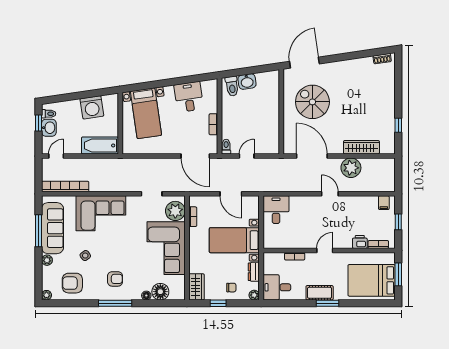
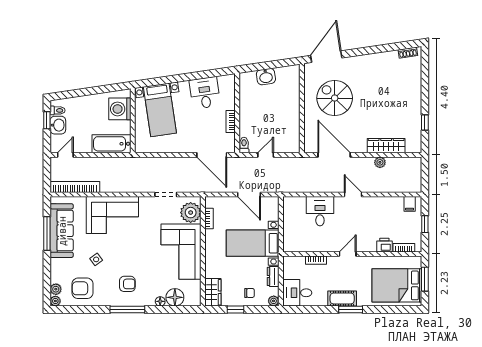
toilet: (232, 86) -> (250, 81), removed
washing machine: (92, 107) -> (120, 109), moved, turned 98
plant: (351, 168) -> (380, 162), width x0.53, depth x0.53
desk: (276, 210) -> (320, 211), moved
plant: (47, 260) -> (56, 289), moved

